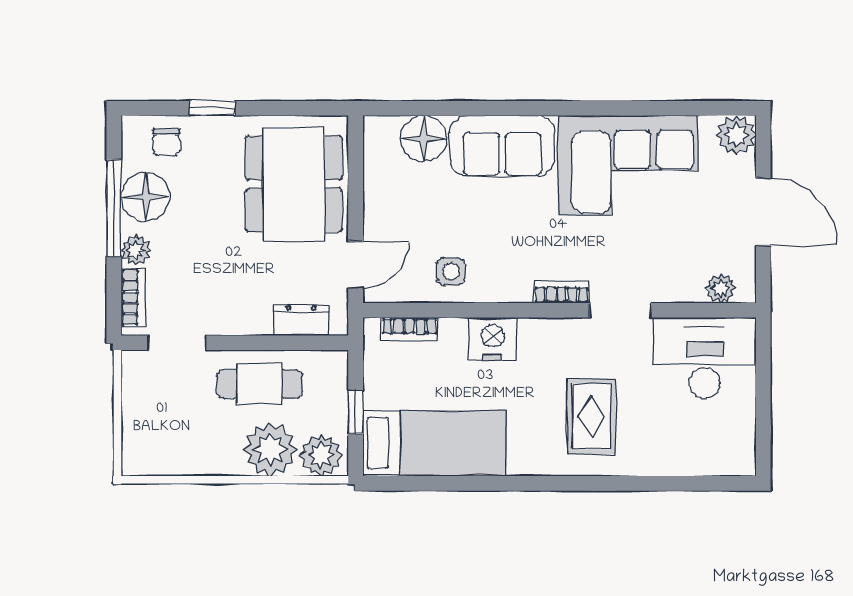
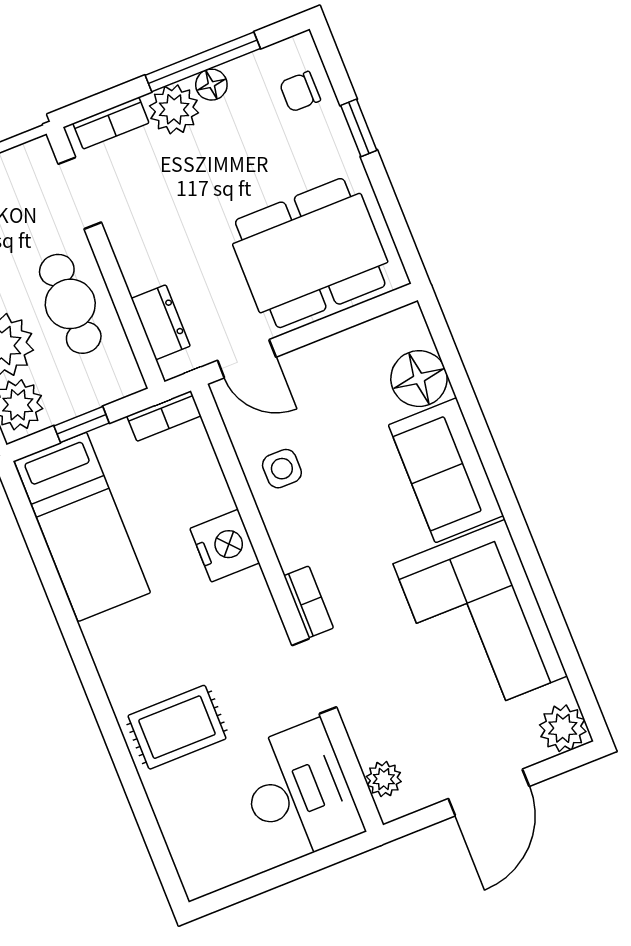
floor lamp: (145, 197) -> (211, 85), width x0.53, depth x0.53
plant: (136, 250) -> (174, 109), width x1.38, depth x1.38
bookcase: (410, 329) -> (164, 416), moved, turned -90
rug: (591, 416) -> (177, 727), moved

